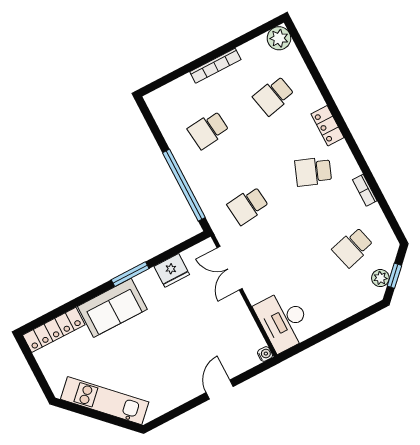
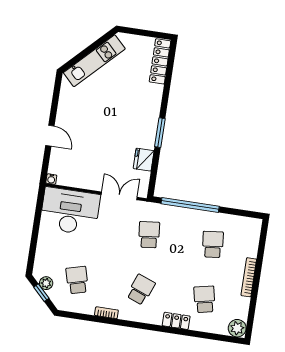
locker: (328, 126) -> (176, 321), moved
sofa: (112, 308) -> (147, 107), removed
desk: (284, 321) -> (70, 211), width x1.36, depth x1.30

